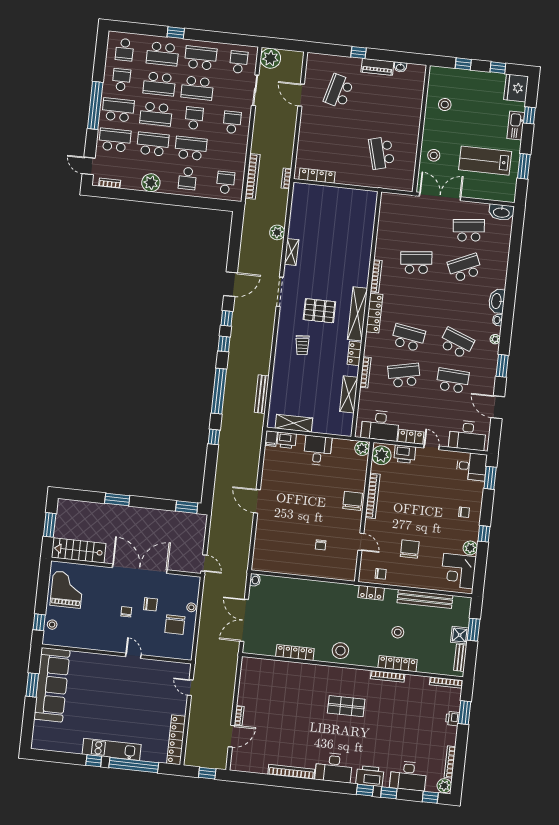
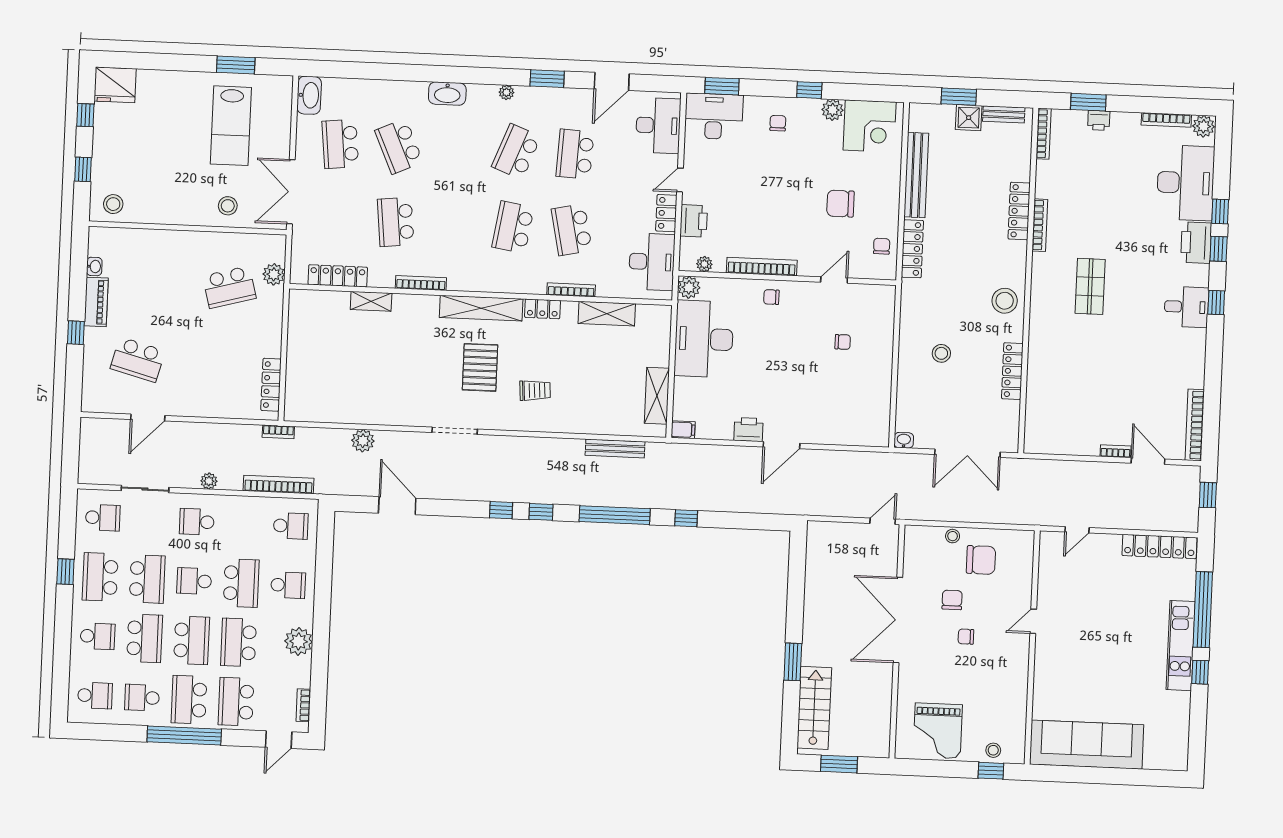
window: (176, 33) -> (65, 572), moved
school desk: (163, 54) -> (98, 636), width x0.54
plant: (270, 58) -> (209, 481), moved, width x0.53, depth x0.53
school desk: (239, 62) -> (103, 518), turned 180
stool: (445, 105) -> (113, 204), moved
window: (529, 115) -> (156, 62), removed
kitchen sink: (516, 125) -> (173, 82), removed
school desk: (191, 148) -> (241, 583), turned 180
school desk: (225, 182) -> (291, 526), turned 180
plant: (388, 182) -> (274, 274), added
shelving: (292, 252) -> (371, 301), moved
door: (231, 284) -> (397, 506), moved
locker: (374, 313) -> (338, 276), moved
washbasin: (497, 320) -> (476, 91), removed
printer: (287, 440) -> (749, 430), moved, turned -90
desk: (318, 450) -> (704, 339), width x1.87, depth x1.30
plant: (381, 455) -> (704, 264), width x0.53, depth x0.53
desk: (472, 466) -> (714, 116), width x1.37
chair: (353, 501) -> (771, 297), width x0.54, depth x0.54
window: (187, 507) -> (798, 554), removed
stairs: (79, 550) -> (814, 708), moved, turned 180
grand piano: (67, 590) -> (938, 731), turned -90
locker: (371, 593) -> (912, 249), width x1.53
stool: (398, 632) -> (941, 353), moved
window: (32, 685) -> (1089, 775), removed
desk: (334, 768) -> (1186, 307), width x0.73
bookcase: (291, 772) -> (1195, 425), moved
desk: (408, 776) -> (1186, 183), width x1.36, depth x1.30
window: (430, 797) -> (1216, 303), moved

